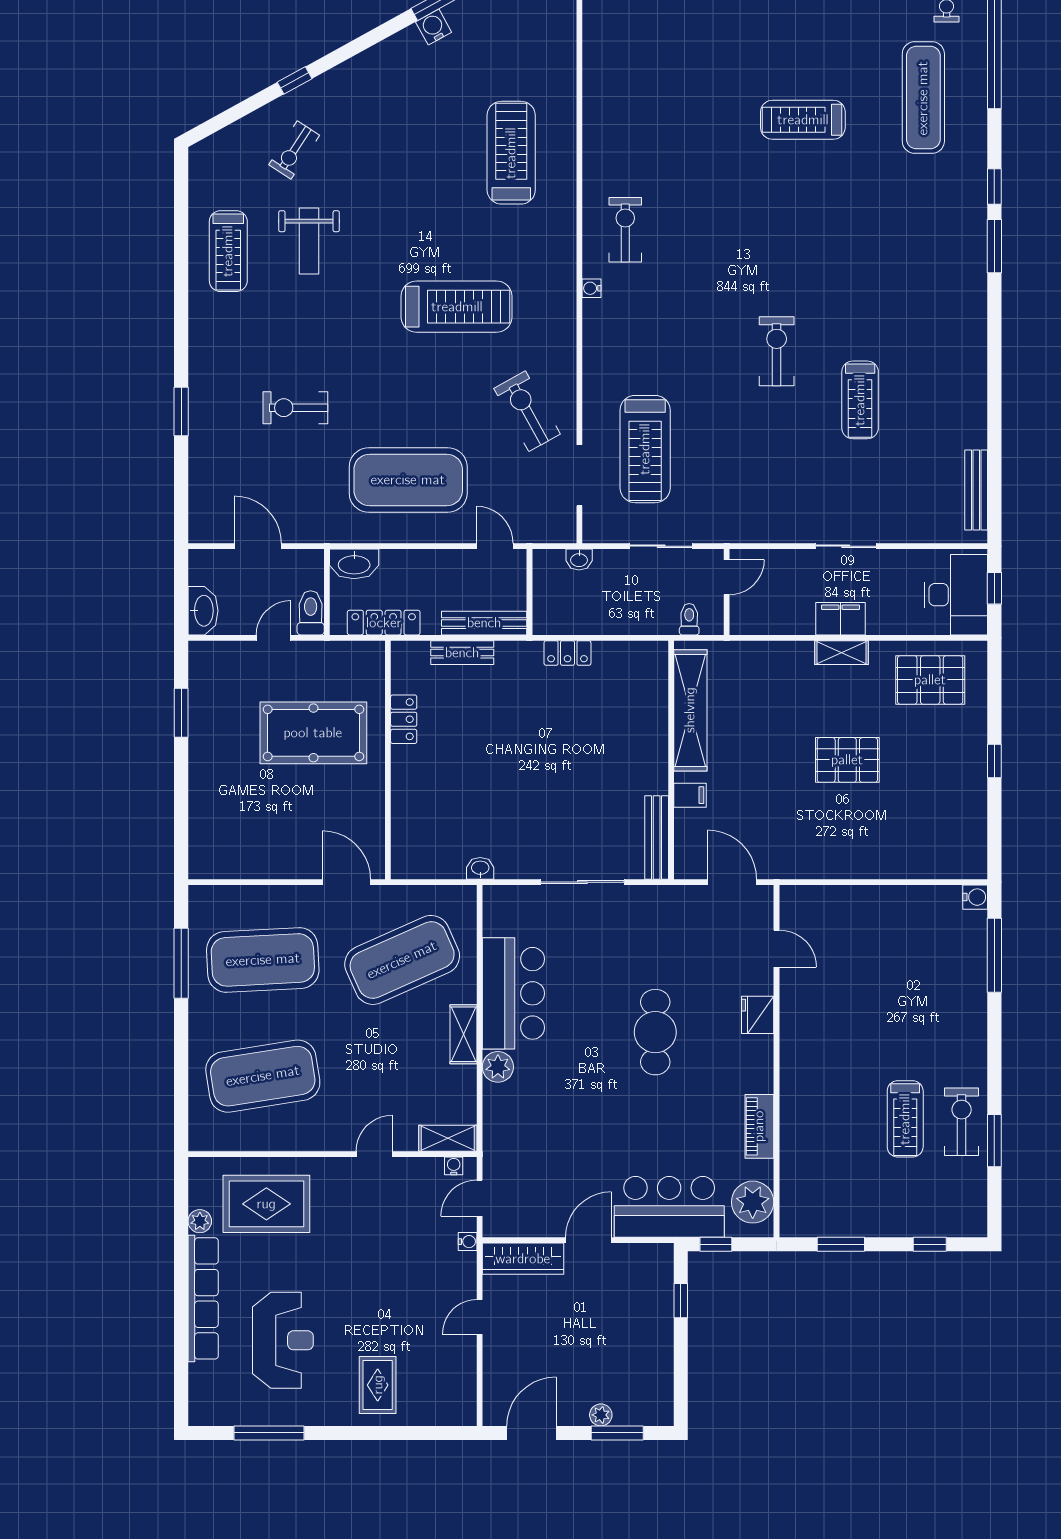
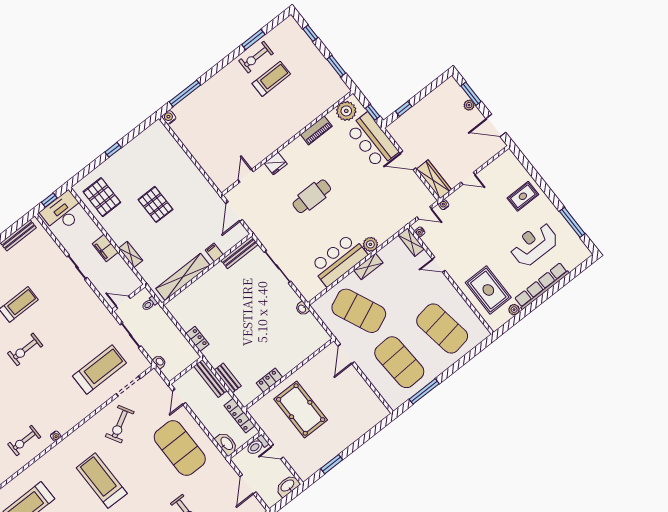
shelving: (841, 653) -> (131, 254), moved

